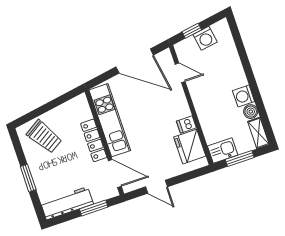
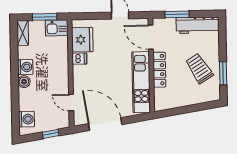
washing machine: (205, 38) -> (26, 119), moved, turned 99
boiler: (251, 112) -> (24, 82), moved
trolley: (44, 137) -> (199, 69), moved
window: (28, 178) -> (223, 73), moved

